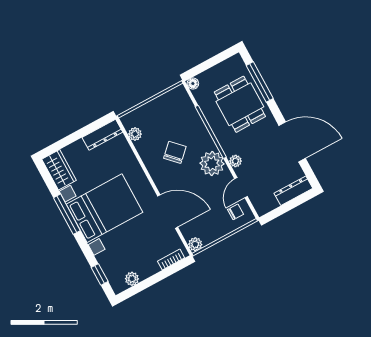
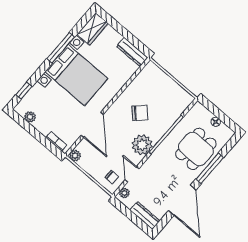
window: (260, 82) -> (210, 168), moved
floor lamp: (193, 84) -> (216, 122), moved
plant: (135, 134) -> (142, 77), removed
plant: (235, 161) -> (124, 193), moved
door: (241, 188) -> (132, 174), hinge flipped

